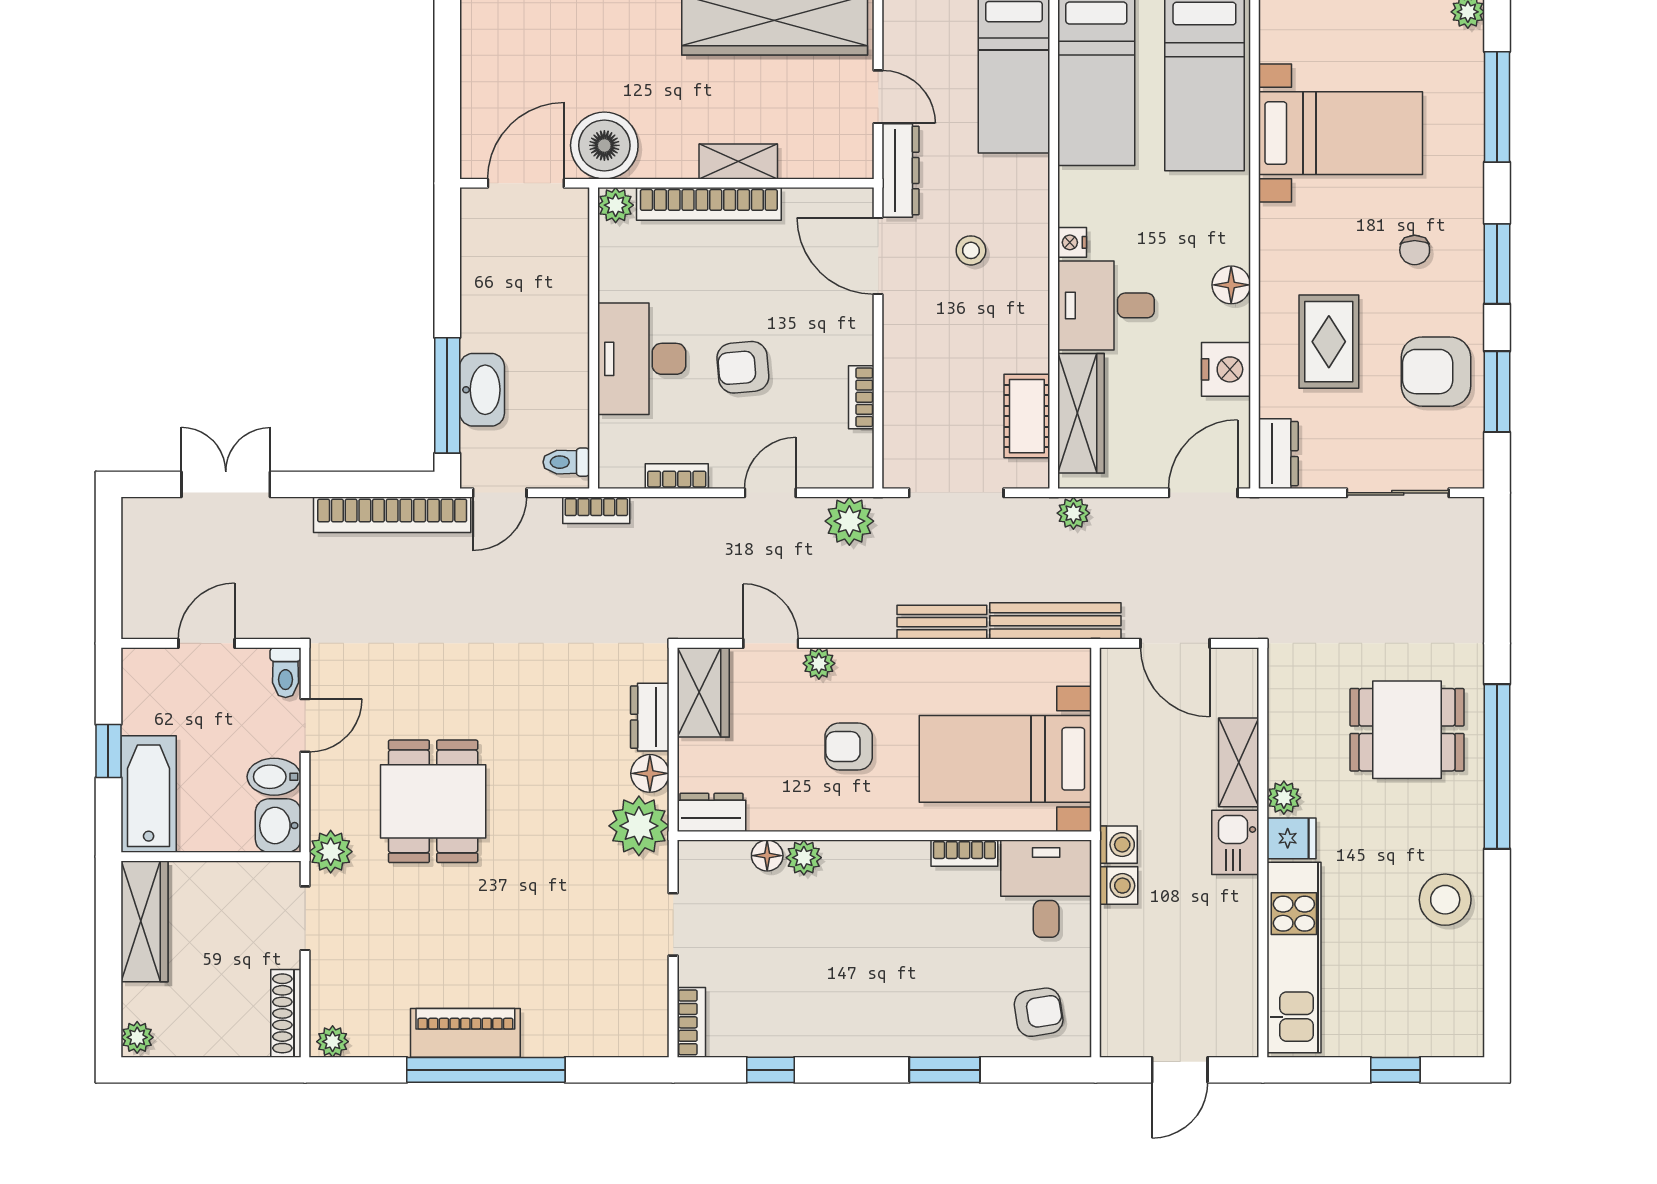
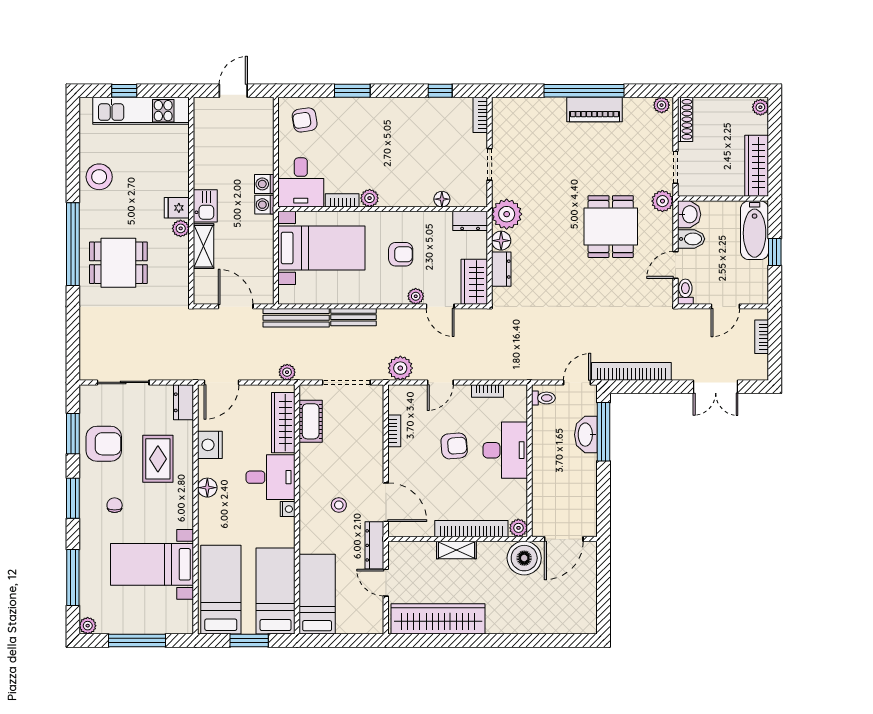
bookcase: (596, 510) -> (762, 337), moved, turned -90
plant: (804, 858) -> (370, 198), moved
kitchen unit: (1294, 958) -> (141, 111), moved, turned -90

